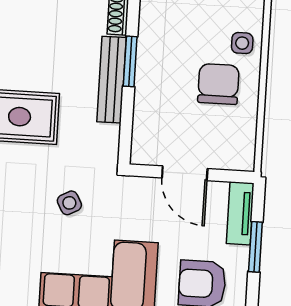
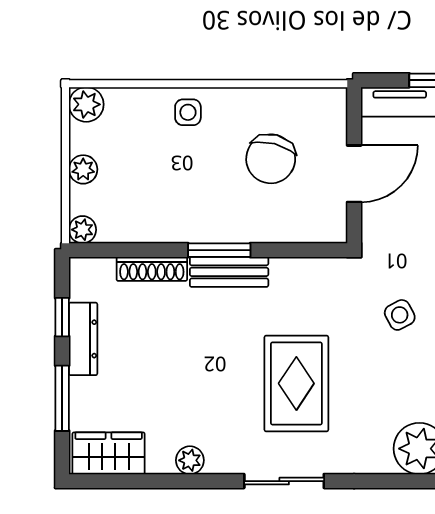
bench: (112, 80) -> (229, 272), width x0.73
chair: (218, 84) -> (271, 159), moved, turned -75

